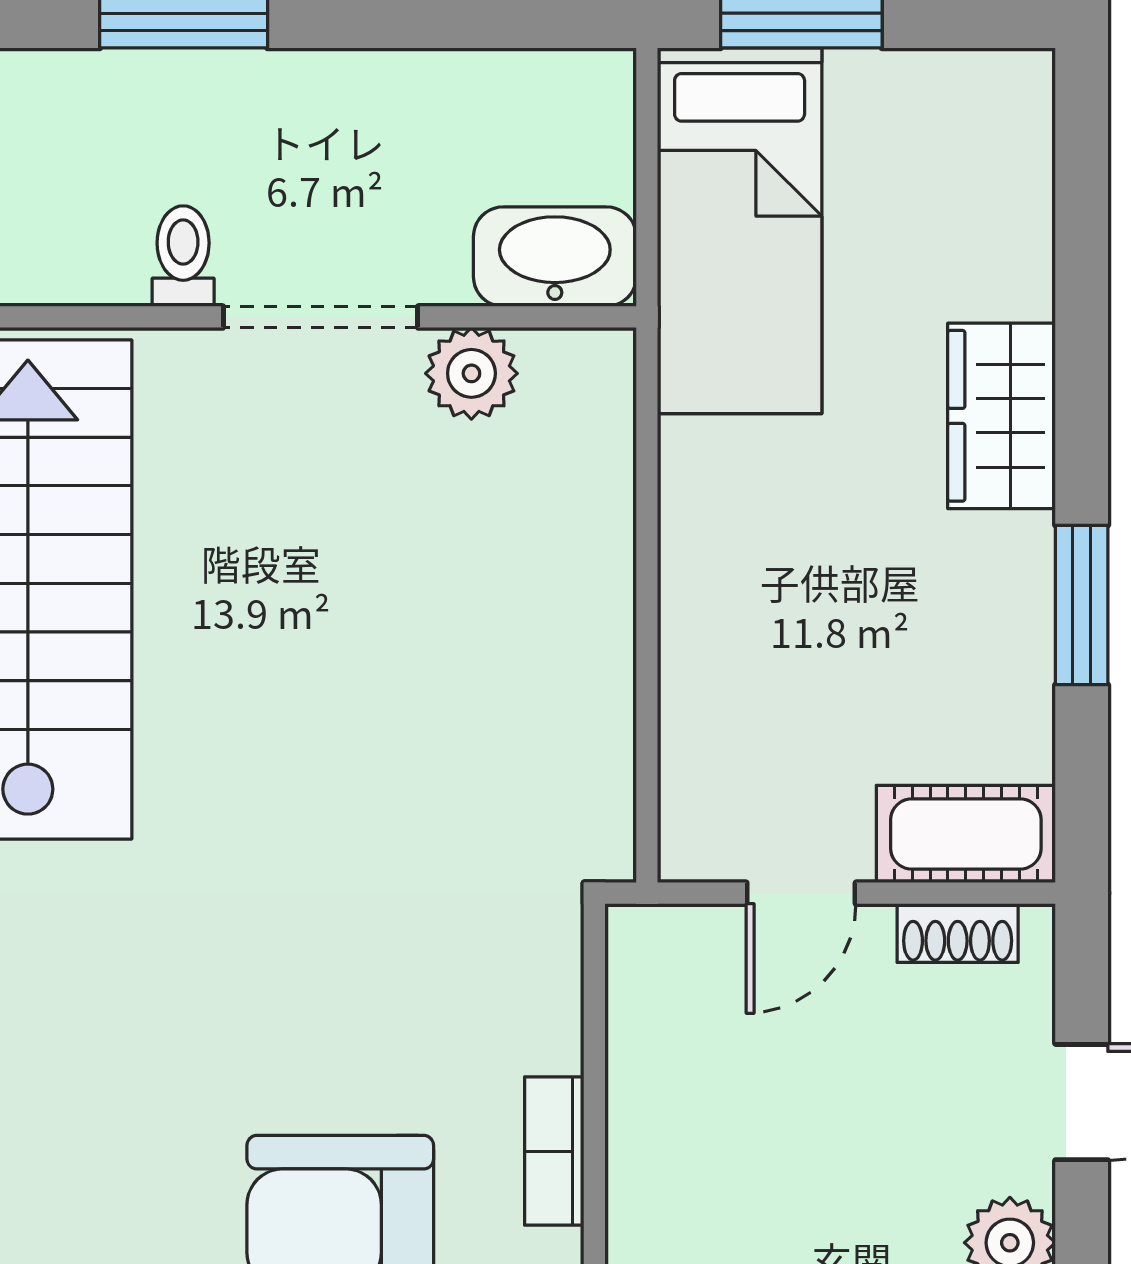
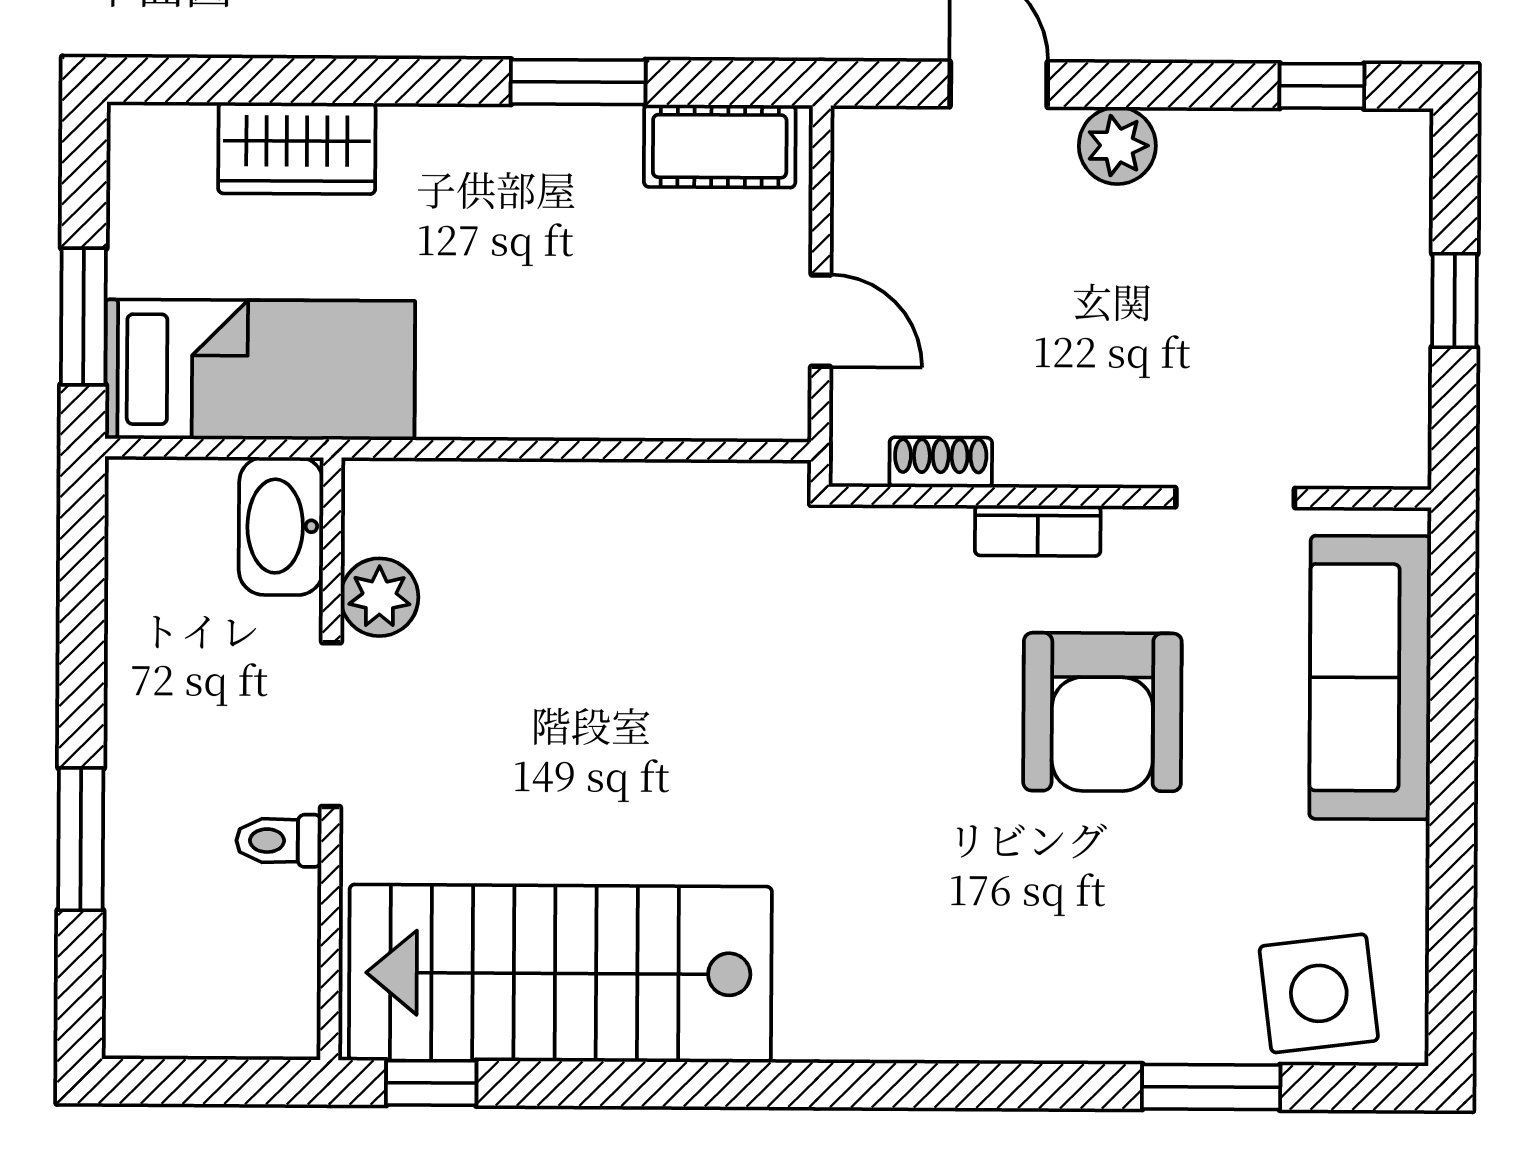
wardrobe: (1002, 416) -> (297, 148), moved
cot: (966, 834) -> (720, 146), moved, turned 90
shoe rack: (958, 933) -> (941, 462), moved, turned -90

